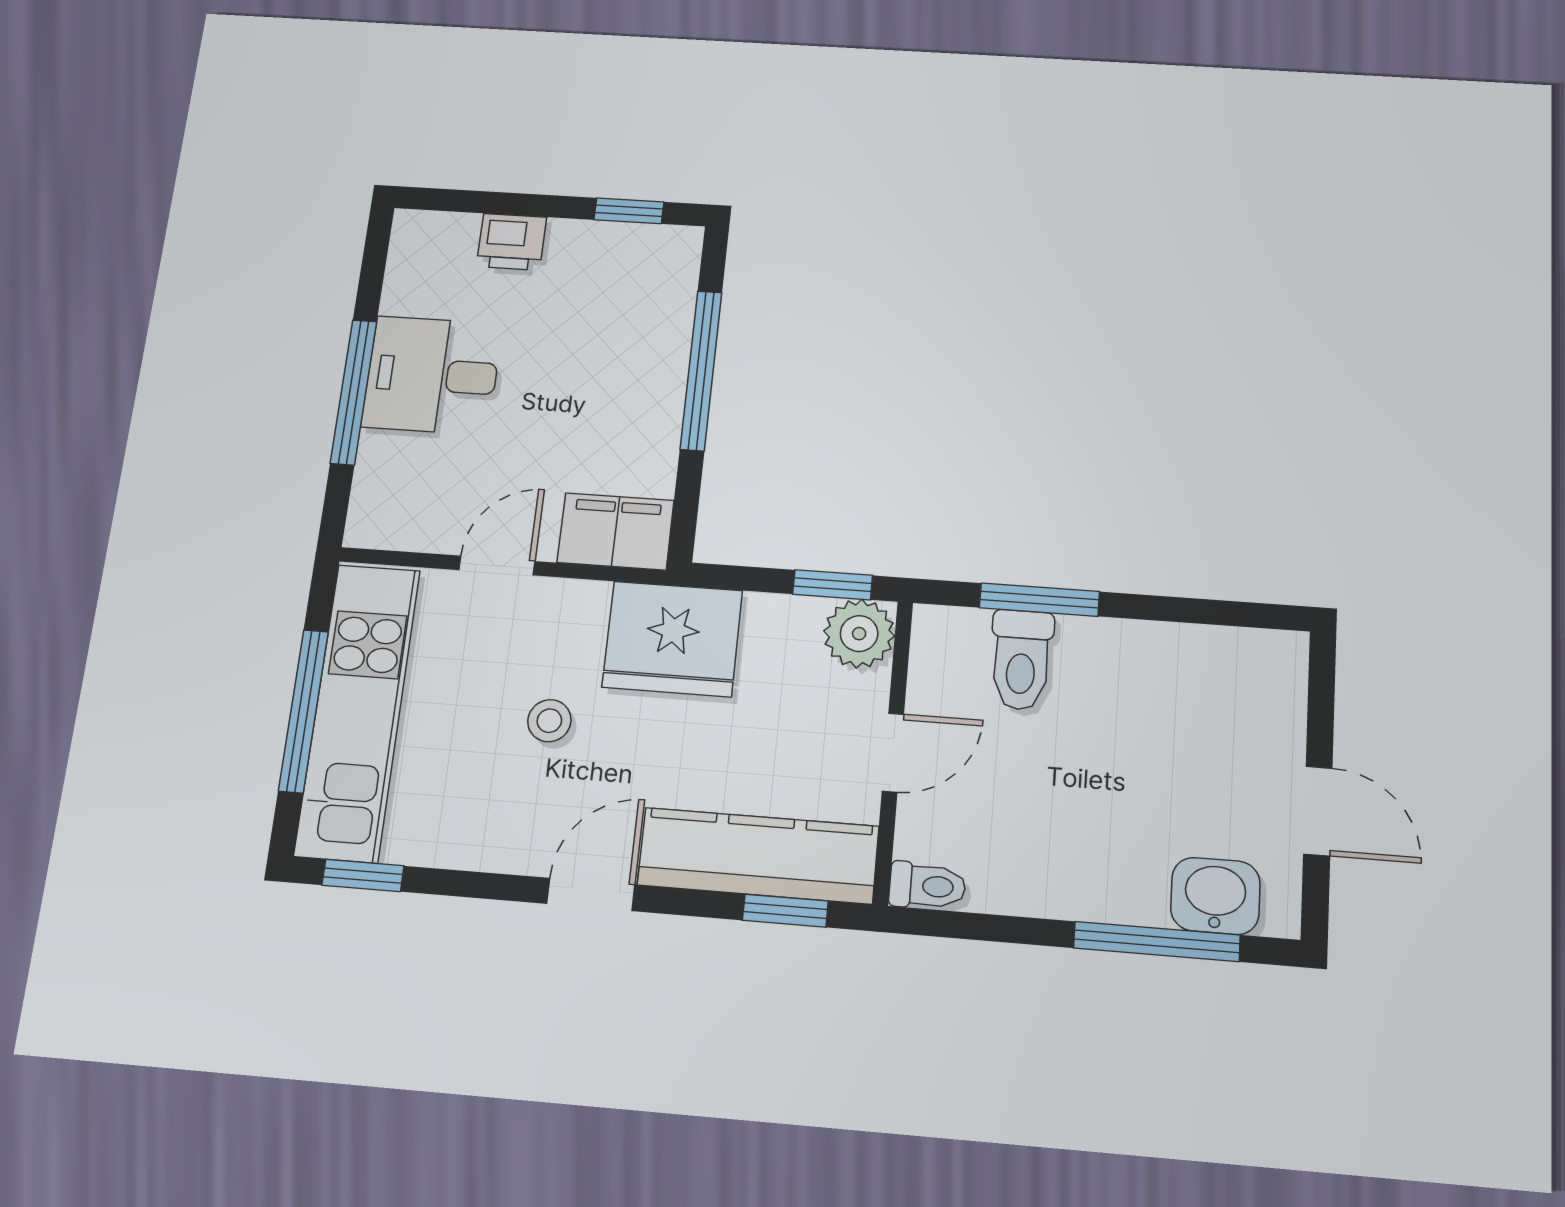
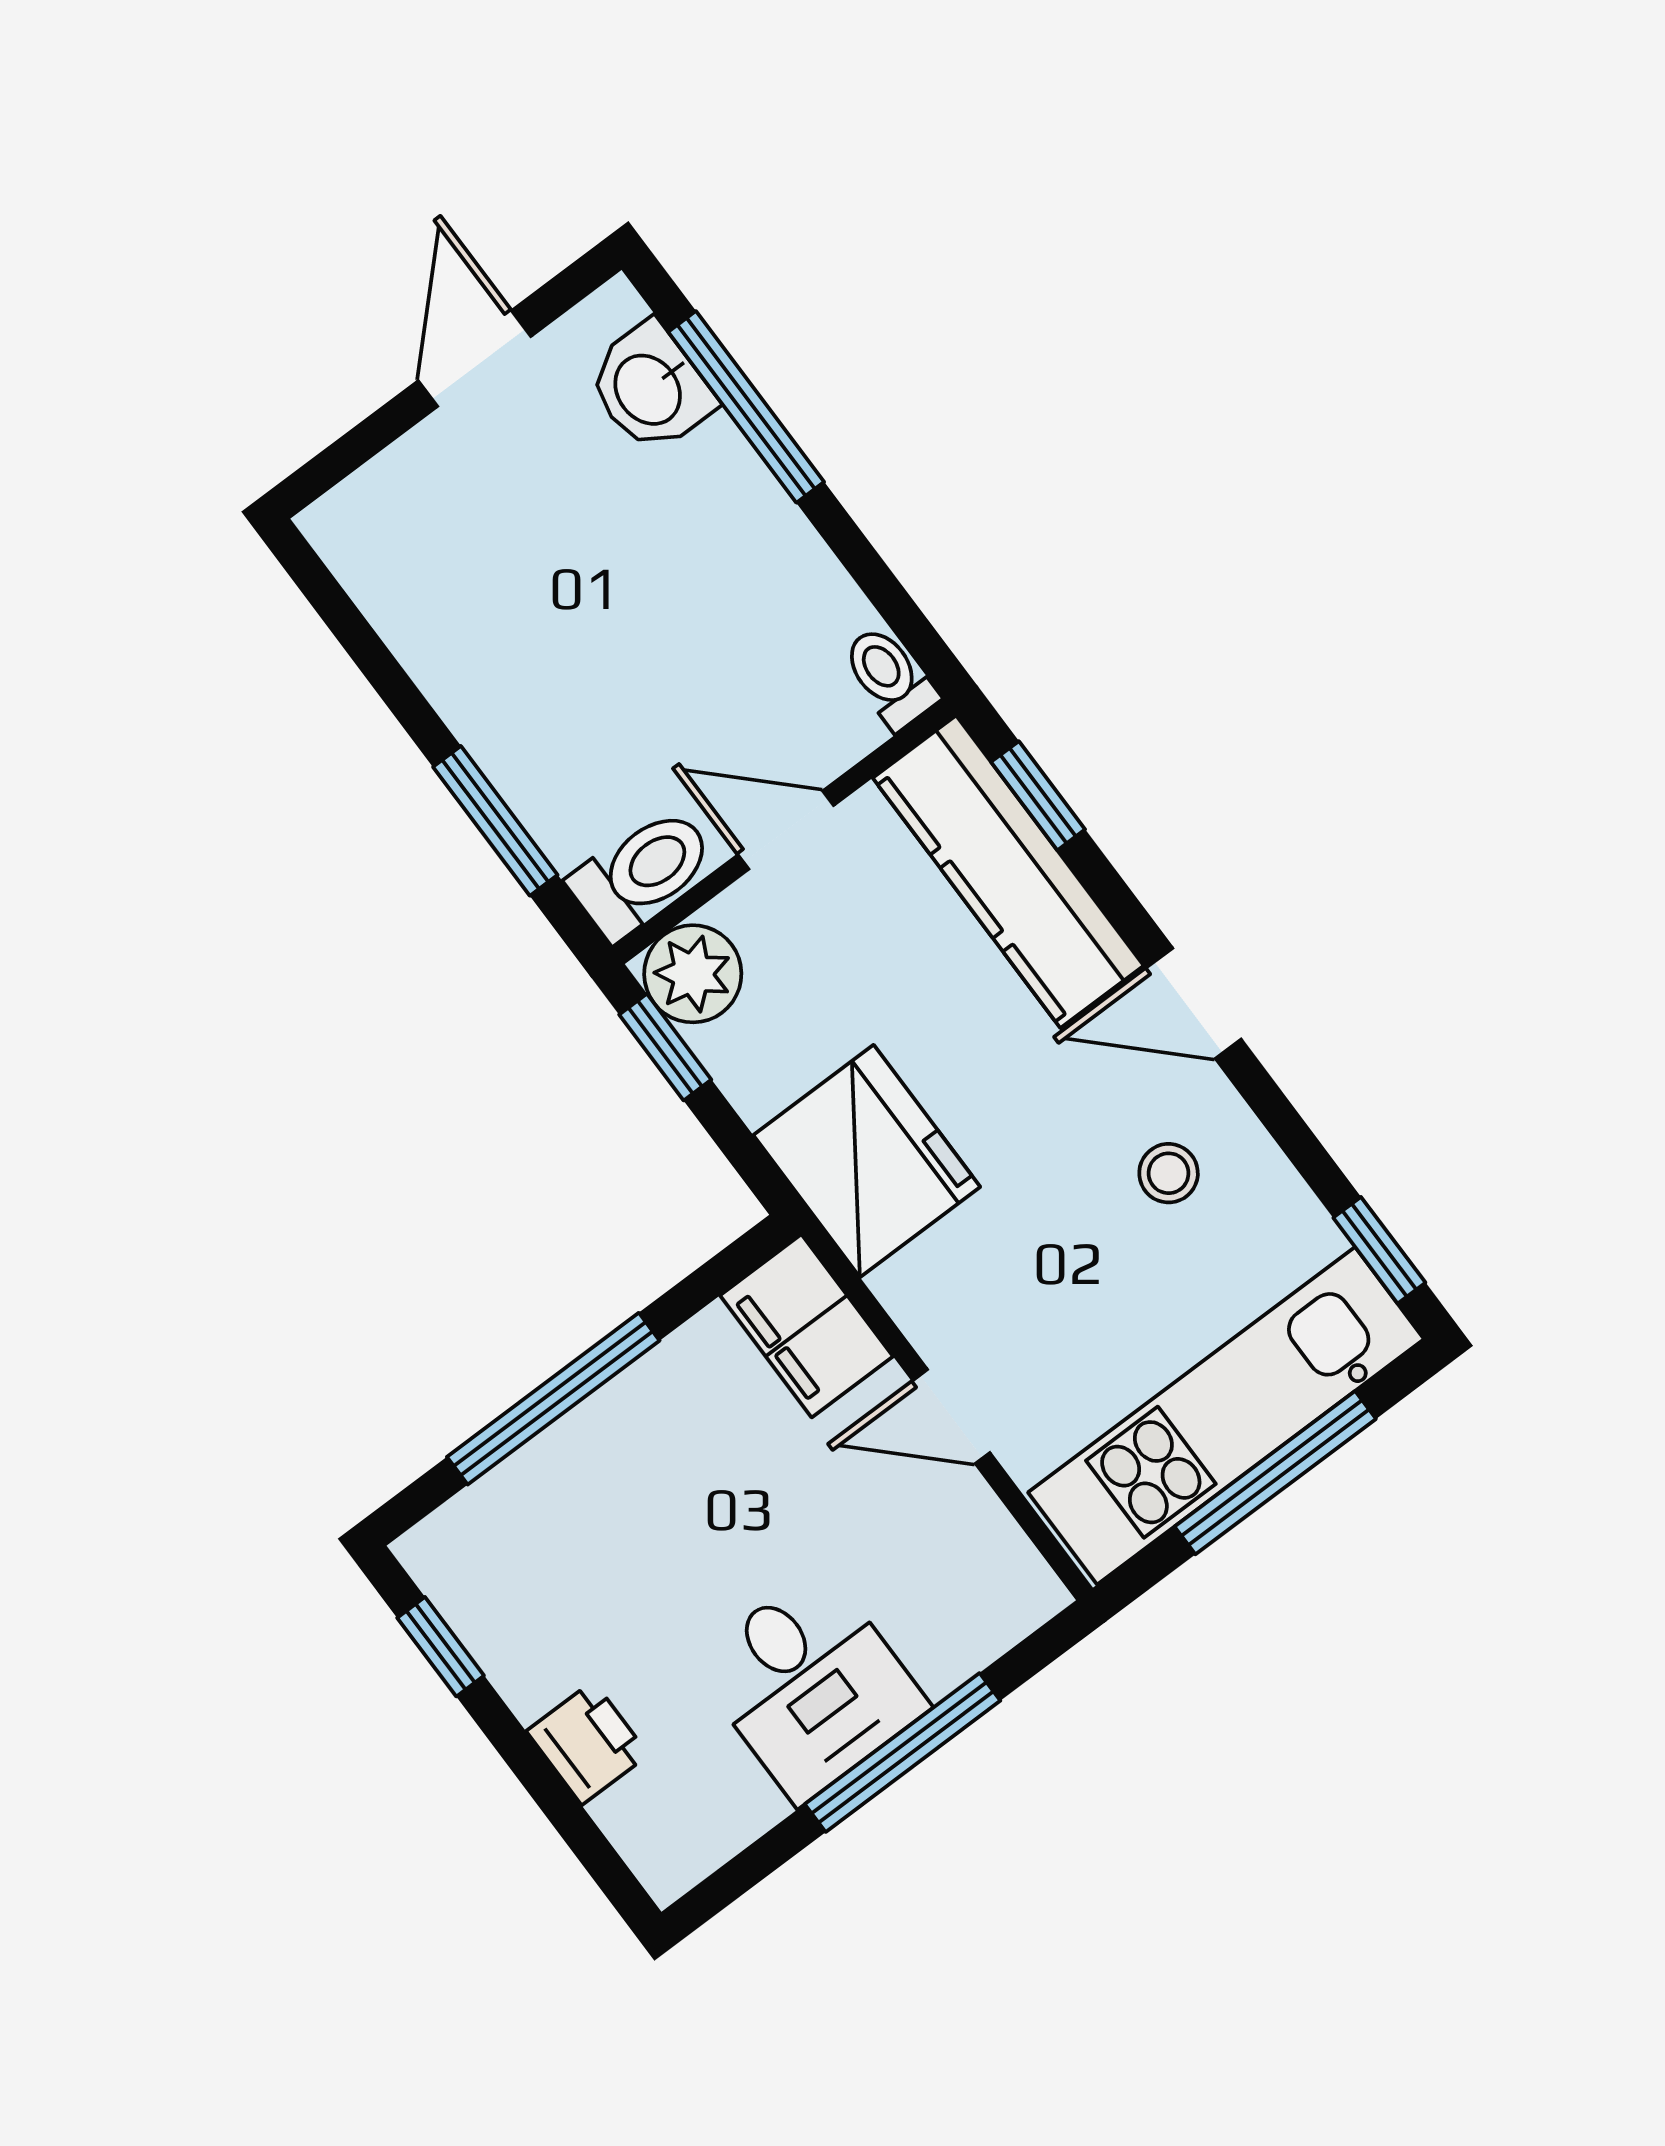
toilet: (1021, 660) -> (642, 873), moved
stool: (549, 721) -> (1169, 1173), moved

